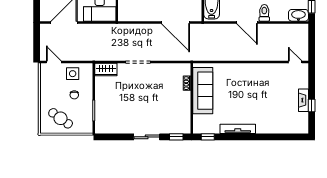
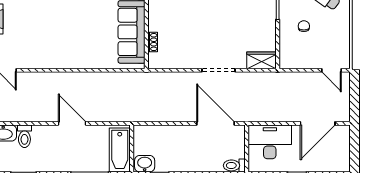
toilet: (264, 13) -> (24, 136), moved
door: (175, 22) -> (216, 123), moved
side table: (73, 74) -> (306, 55), removed

